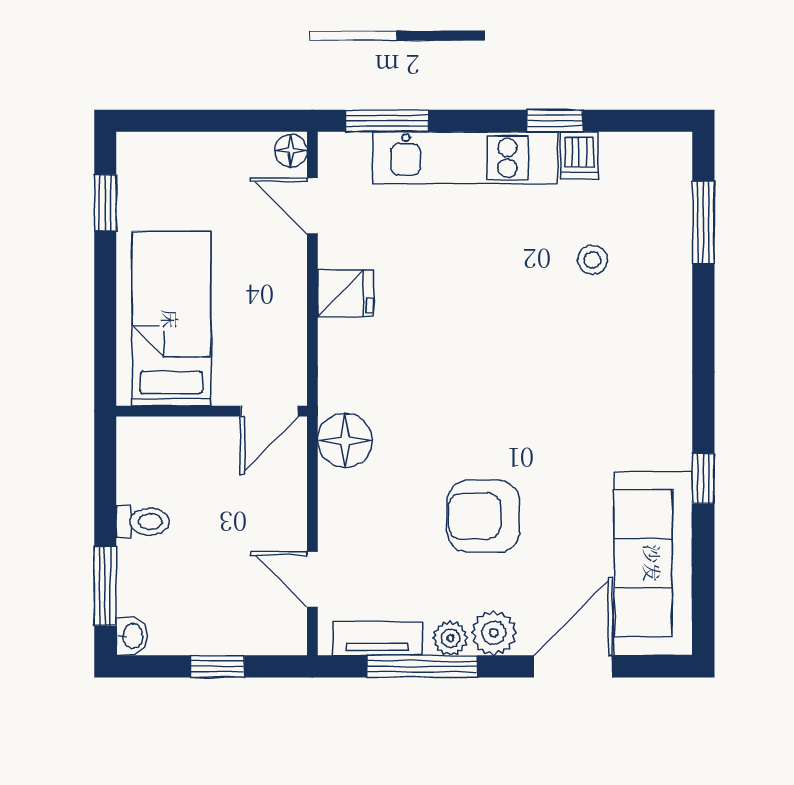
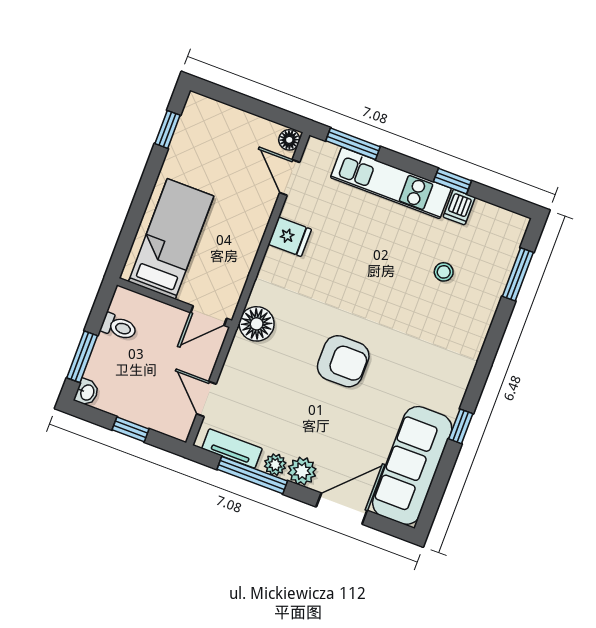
bed: (171, 319) -> (171, 239), moved
wall: (212, 411) -> (174, 303), moved
door: (269, 411) -> (209, 316), moved
armchair: (483, 516) -> (343, 361), moved, turned 180

